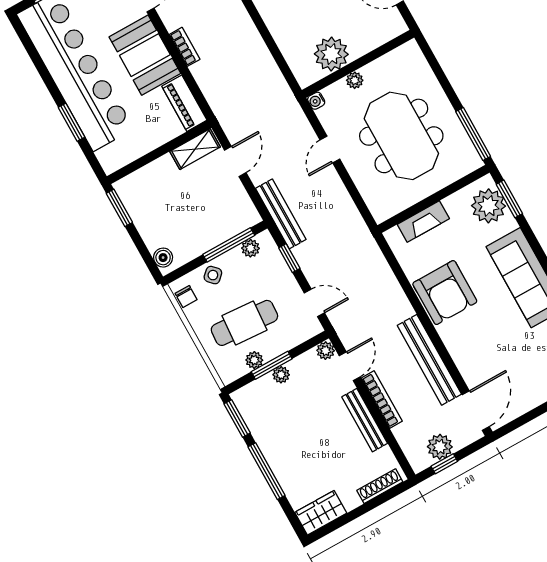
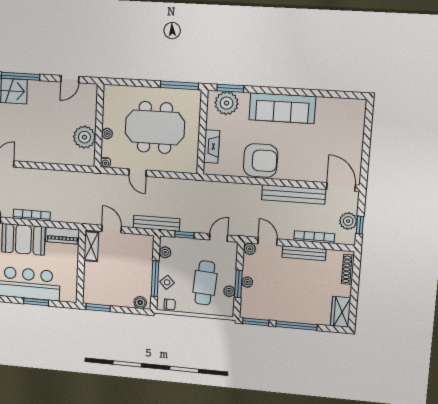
bookcase: (185, 47) -> (32, 215), width x1.56
window: (229, 245) -> (155, 279), moved
bookcase: (382, 400) -> (314, 237), moved

